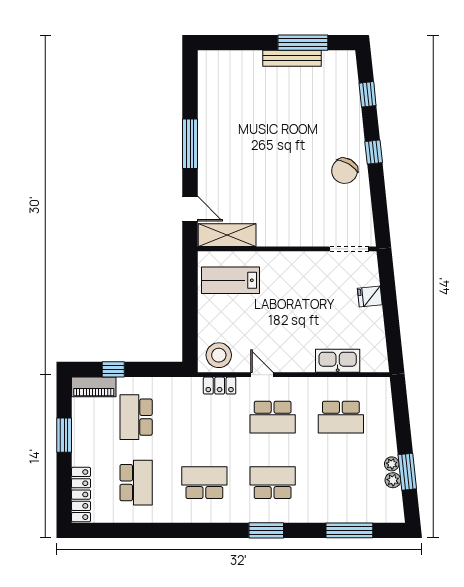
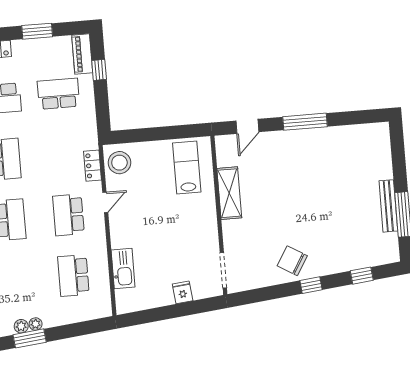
shelving: (227, 235) -> (229, 193), moved

